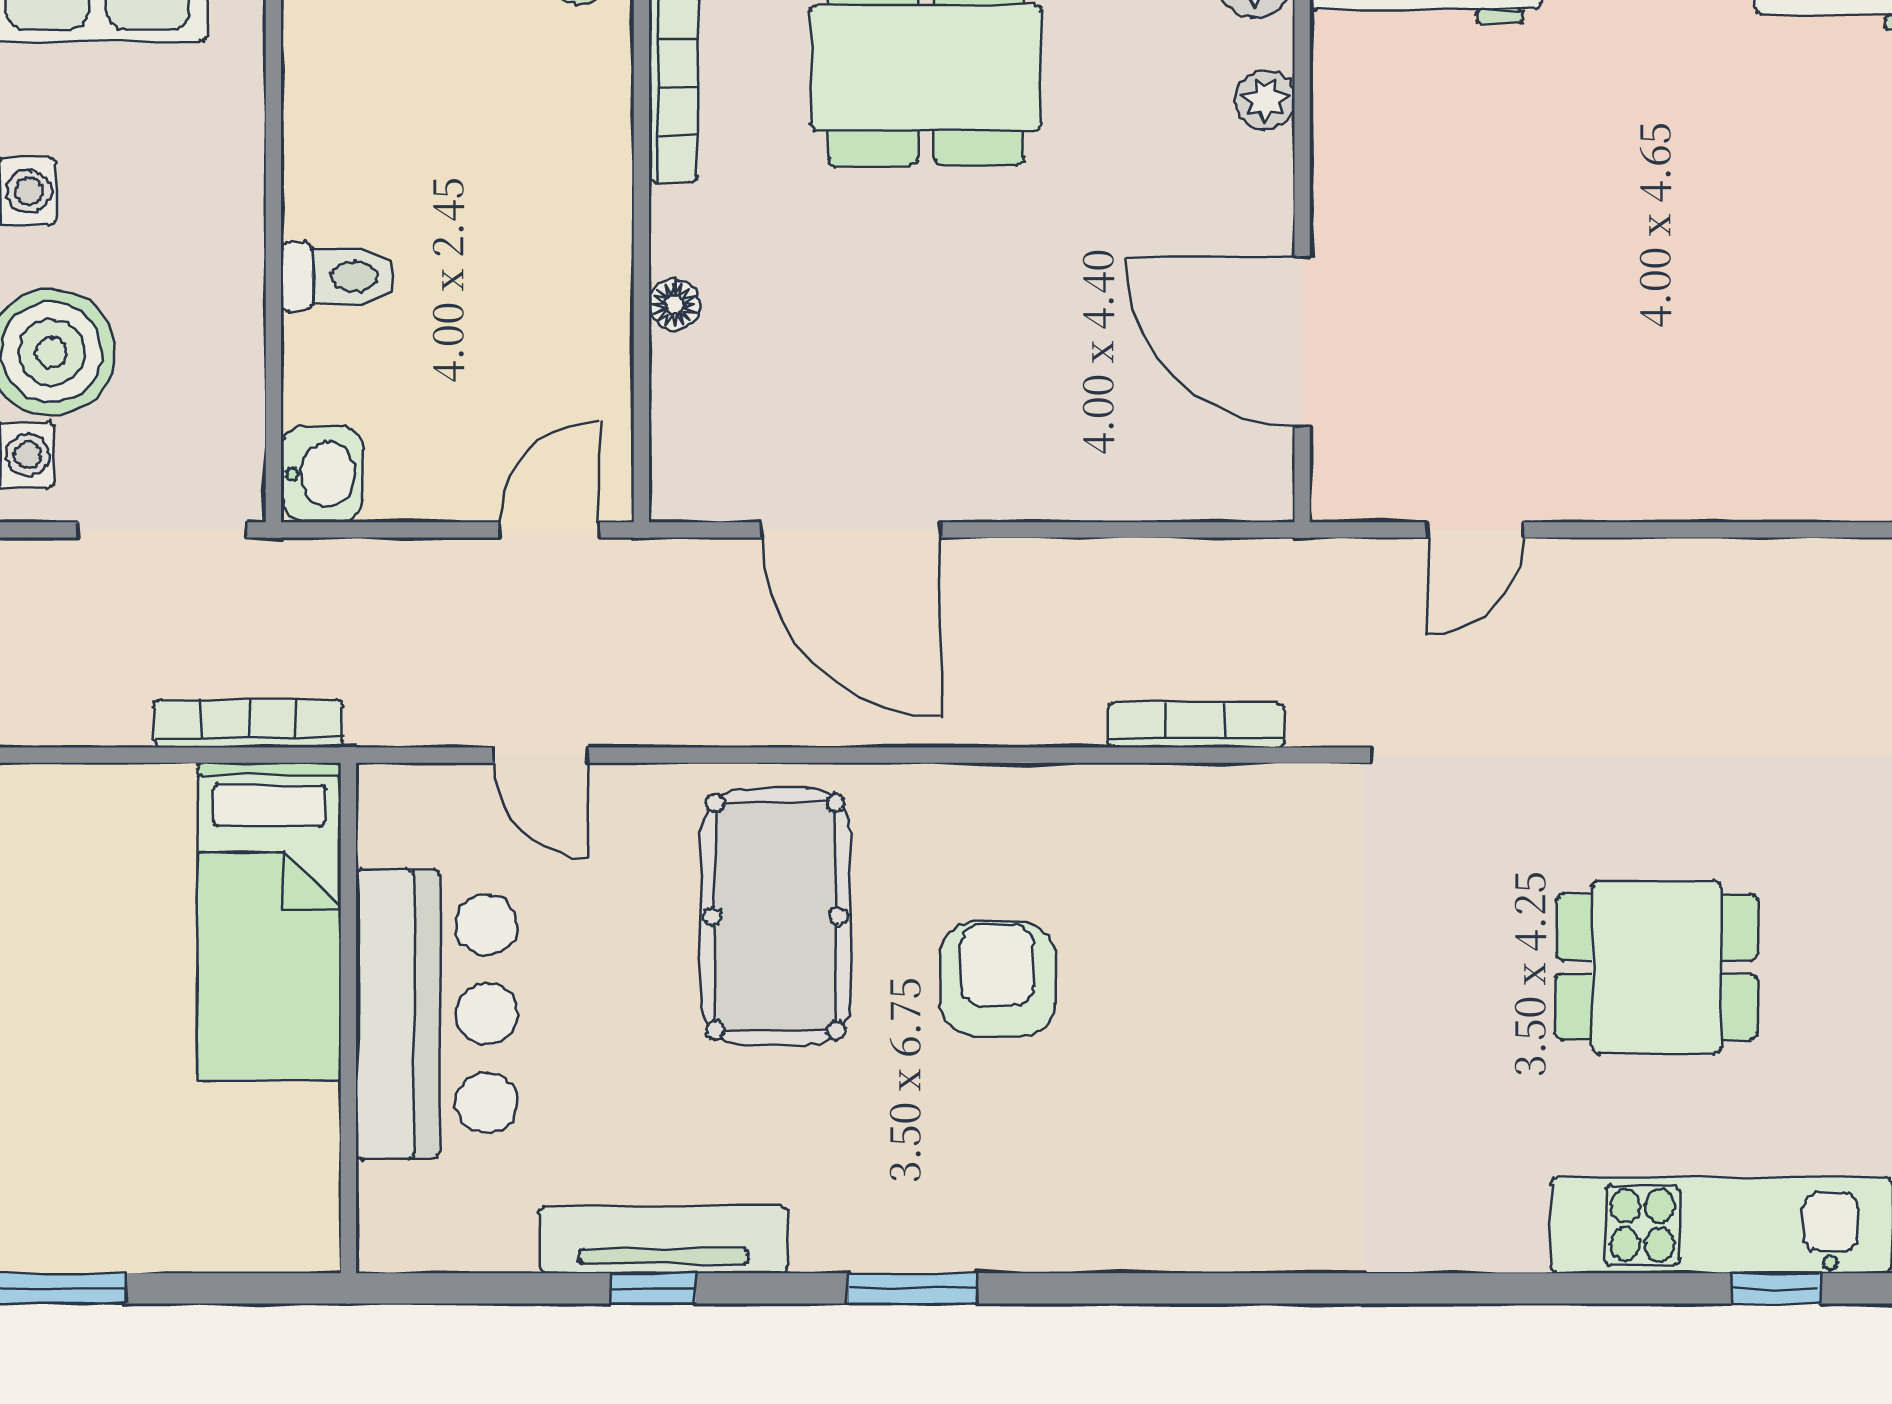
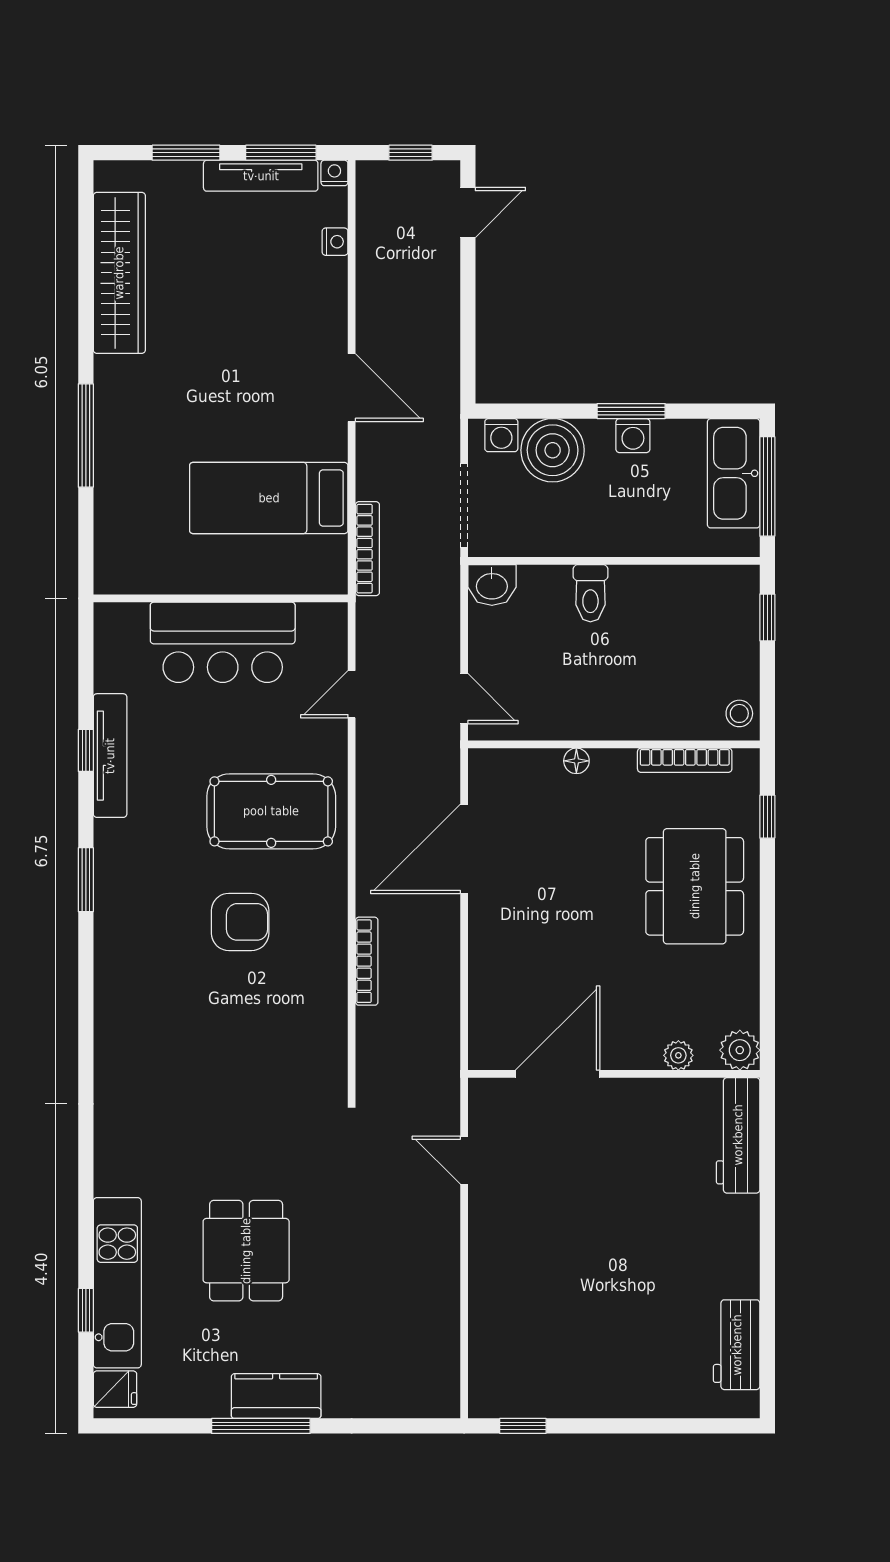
bookcase: (1196, 725) -> (367, 961), moved
bed: (269, 922) -> (269, 498), moved

